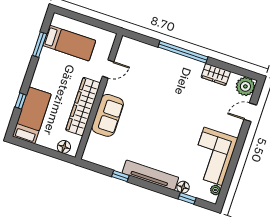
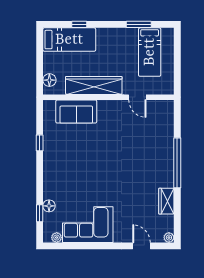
plant: (245, 86) -> (169, 238), width x0.53, depth x0.53
sofa: (108, 115) -> (76, 112), moved
tv unit: (150, 175) -> (50, 171), removed

